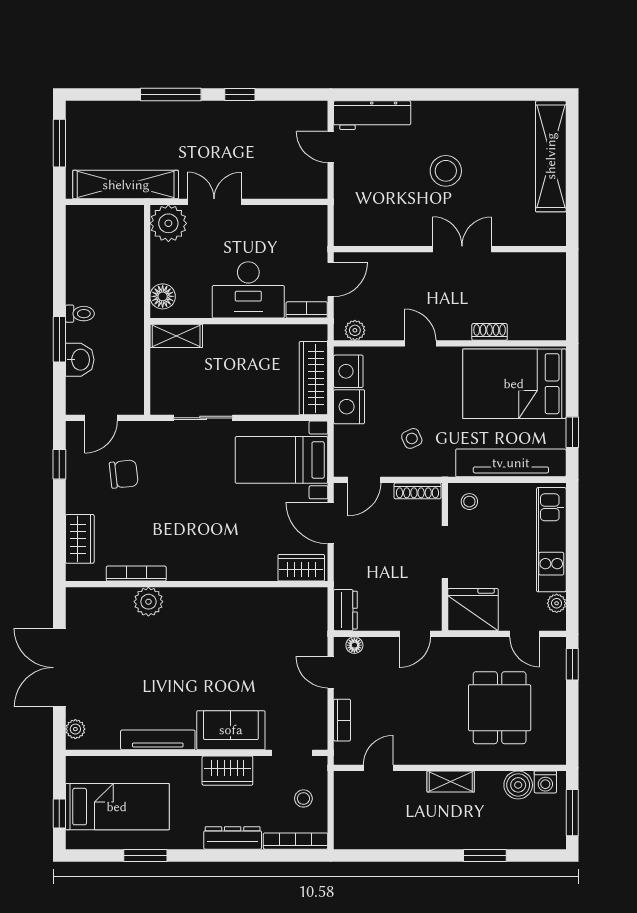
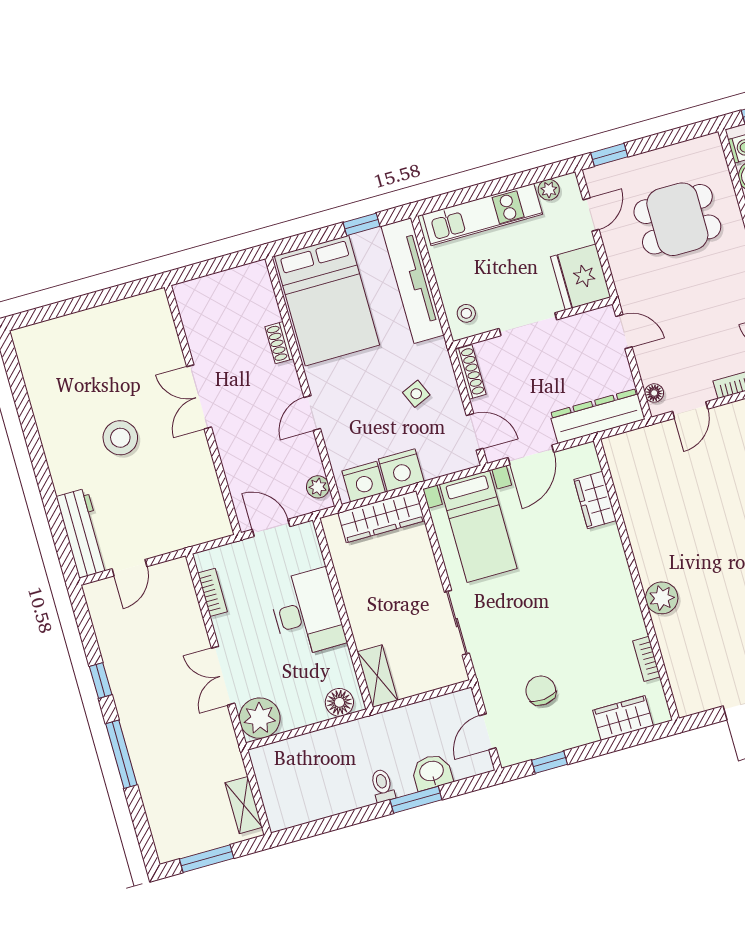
shelving: (551, 156) -> (73, 330), removed
shelving: (126, 185) -> (244, 805), width x0.45, depth x0.75
bookcase: (307, 310) -> (213, 592), moved, turned 180
door: (101, 418) -> (488, 732), swing flipped
wardrobe: (301, 568) -> (595, 500), moved
bookcase: (136, 574) -> (646, 659), width x0.64
plant: (148, 602) -> (662, 598), moved
dresser: (345, 610) -> (597, 416), width x1.96, depth x1.24

